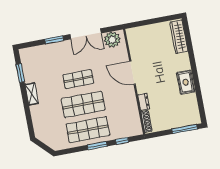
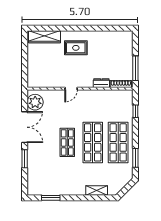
door: (132, 73) -> (71, 89), width x0.53
rug: (186, 82) -> (76, 48), moved
shelving: (32, 94) -> (97, 190), moved
window: (185, 129) -> (135, 68), moved
window: (97, 146) -> (135, 158), moved

